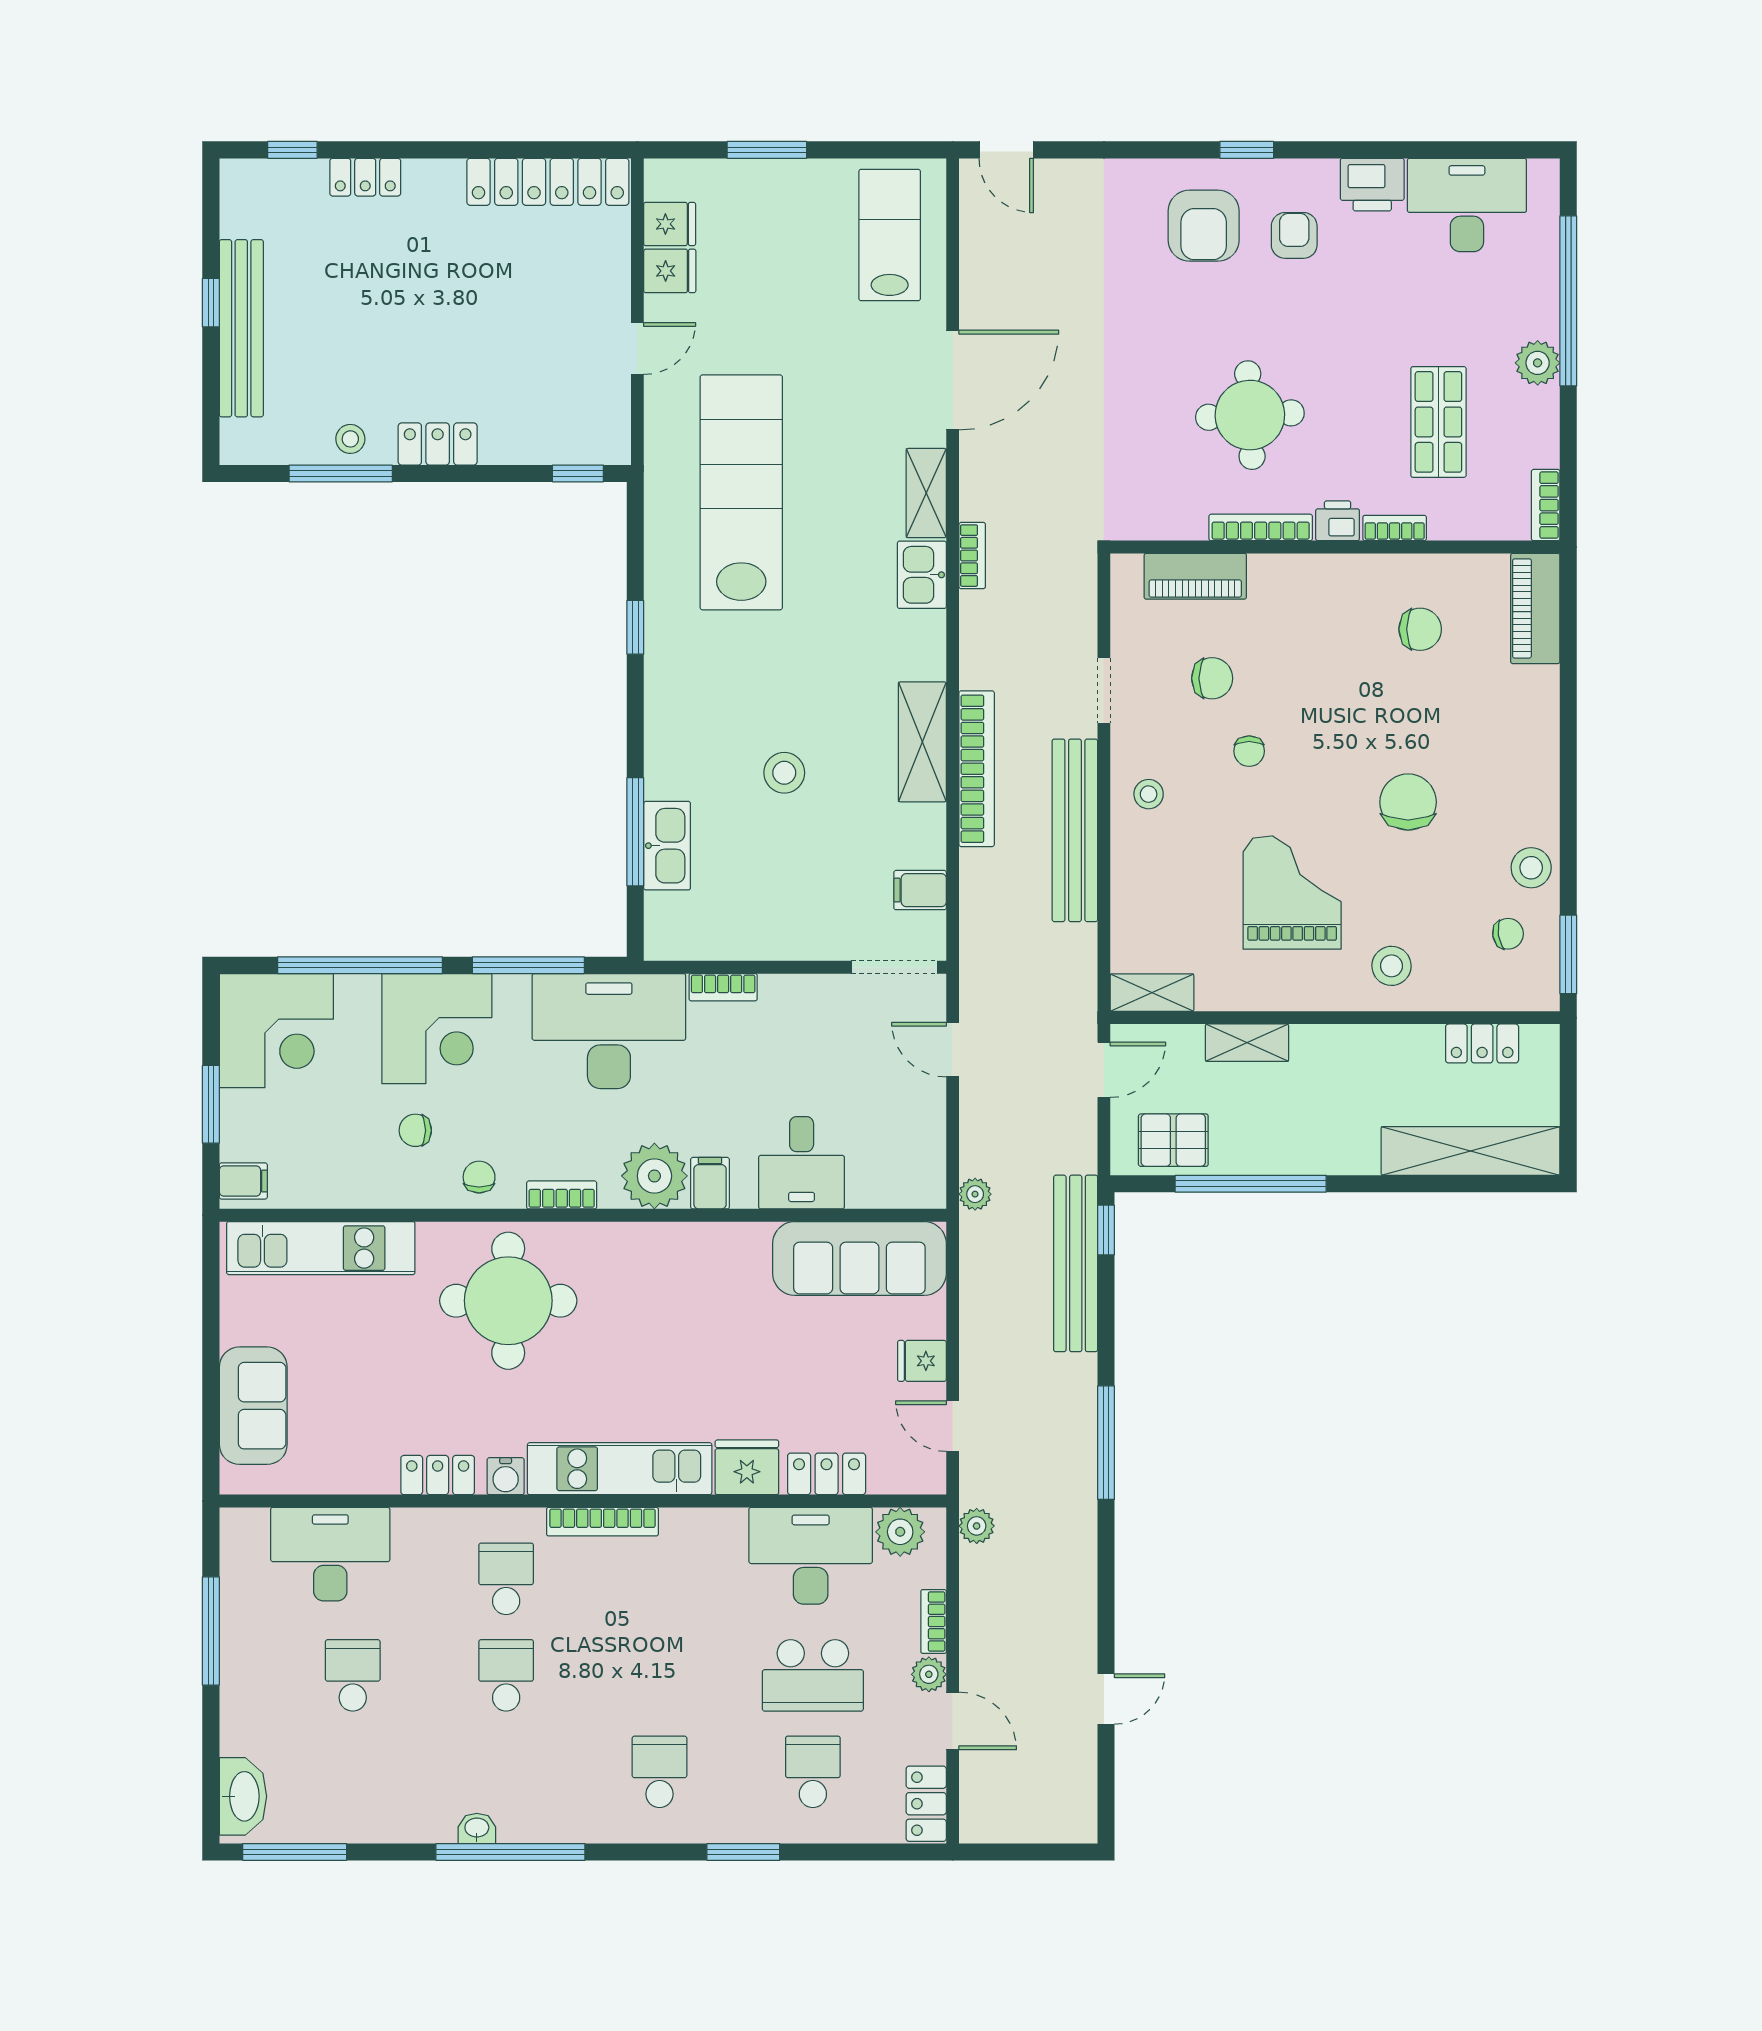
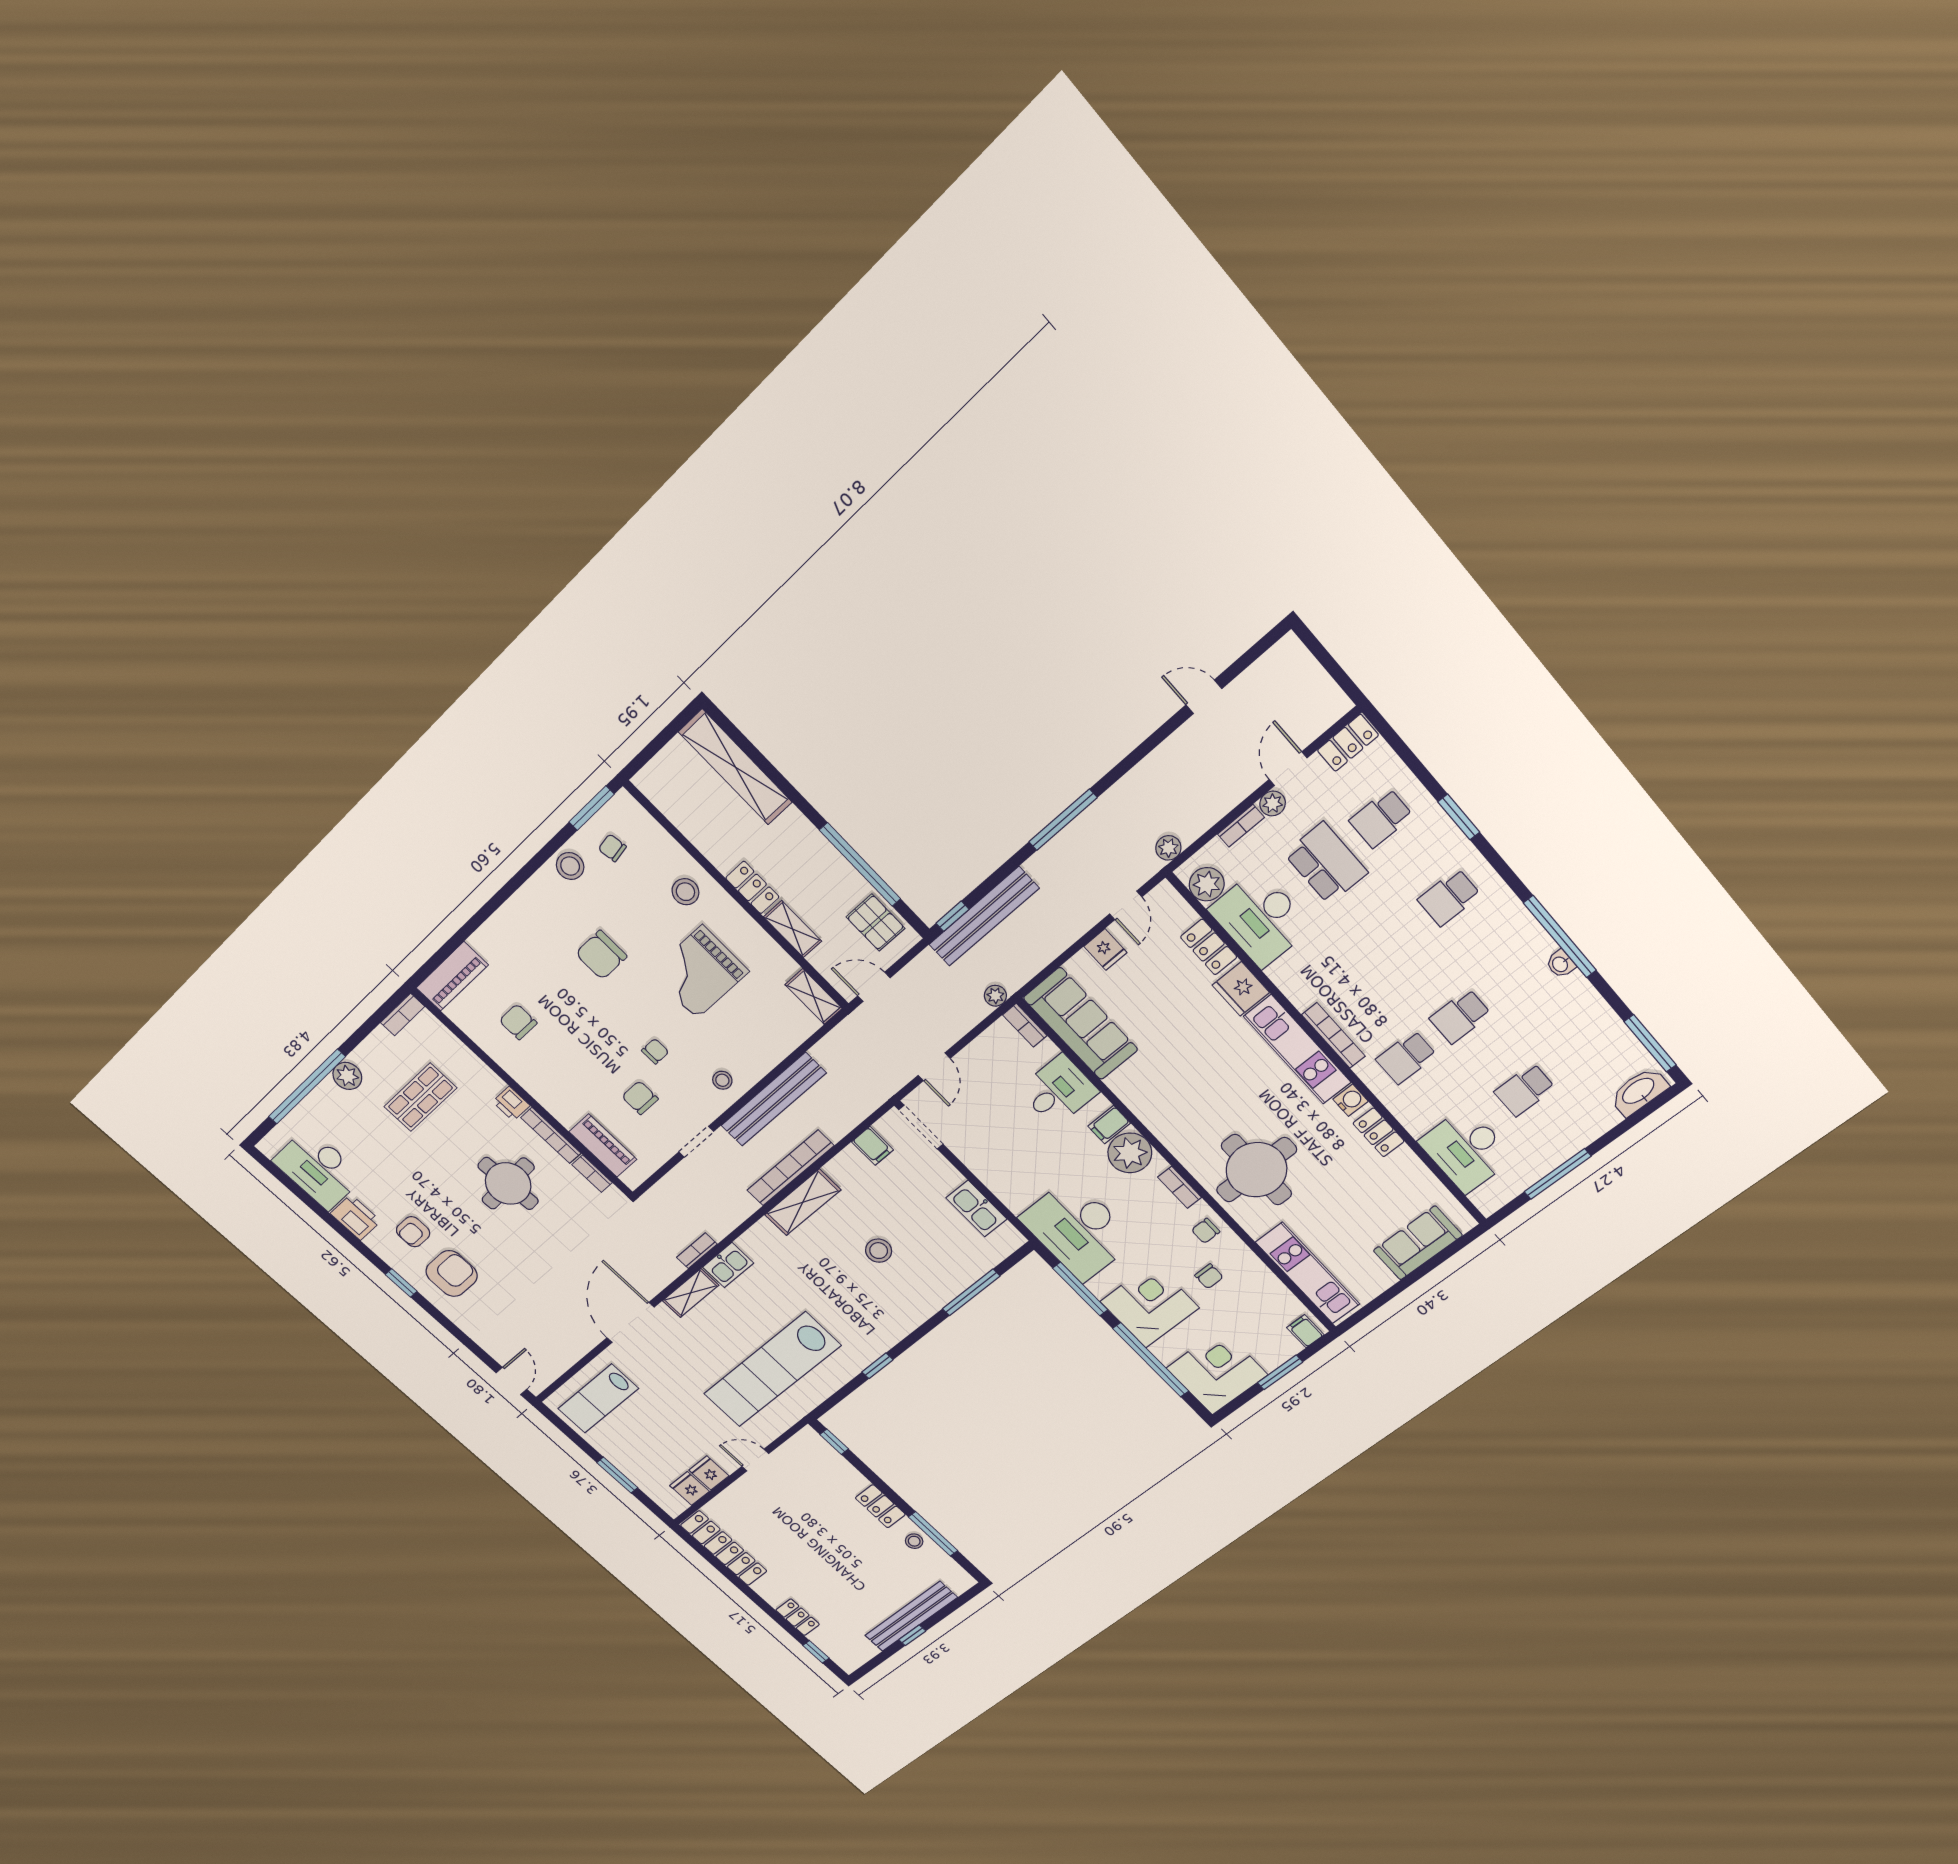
door: (953, 380) -> (630, 1323), hinge flipped
bookcase: (1395, 528) -> (592, 1174), moved
kitchen sink: (667, 846) -> (976, 1209), moved, turned -90
bookcase: (723, 987) -> (1025, 1025), moved, turned 180
locker: (1482, 1043) -> (752, 887), moved

